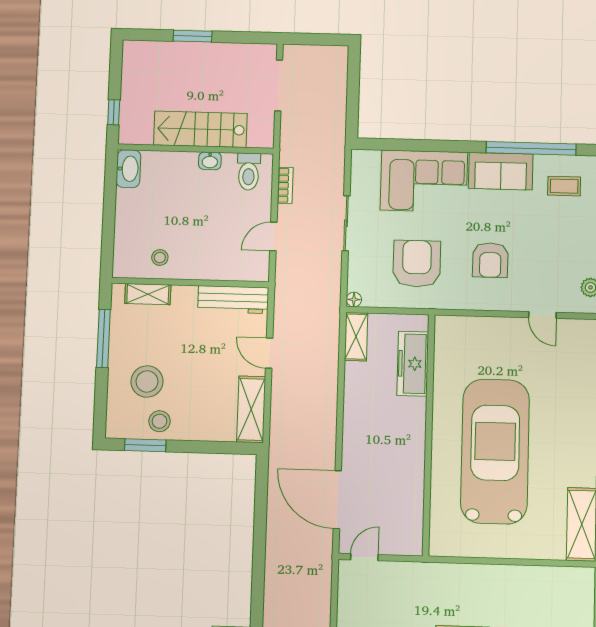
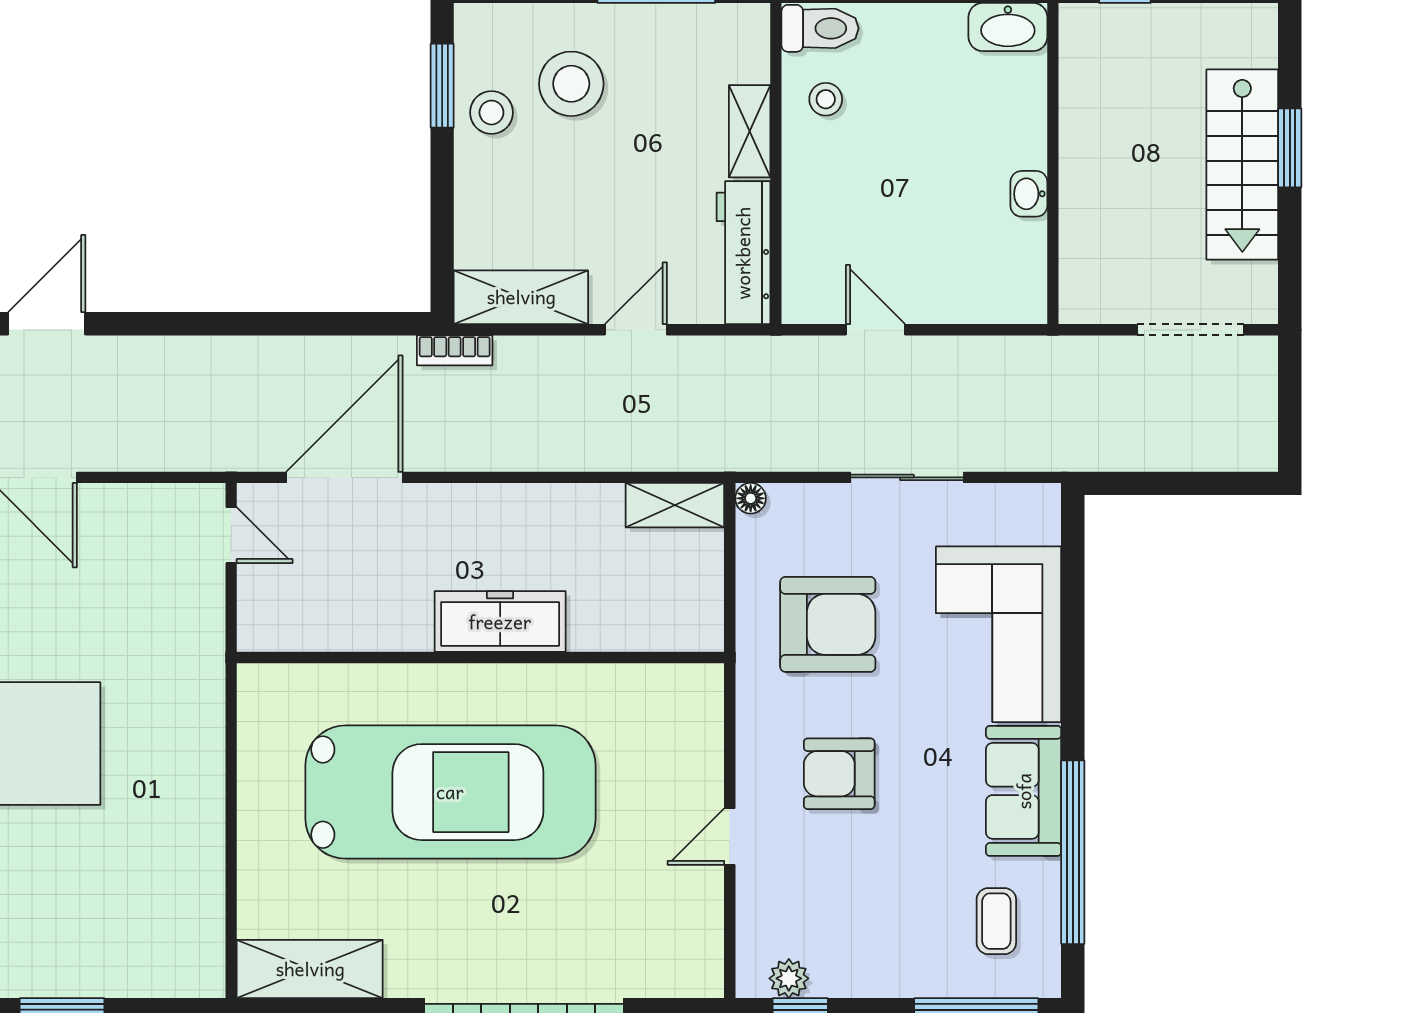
stairs: (200, 129) -> (1242, 165), moved, turned 180
toilet: (249, 172) -> (820, 28), moved, turned 180
bookcase: (285, 185) -> (455, 350), moved
shelving: (148, 294) -> (750, 131), moved
door: (542, 315) -> (730, 837), moved
freezer: (413, 364) -> (500, 622), moved

